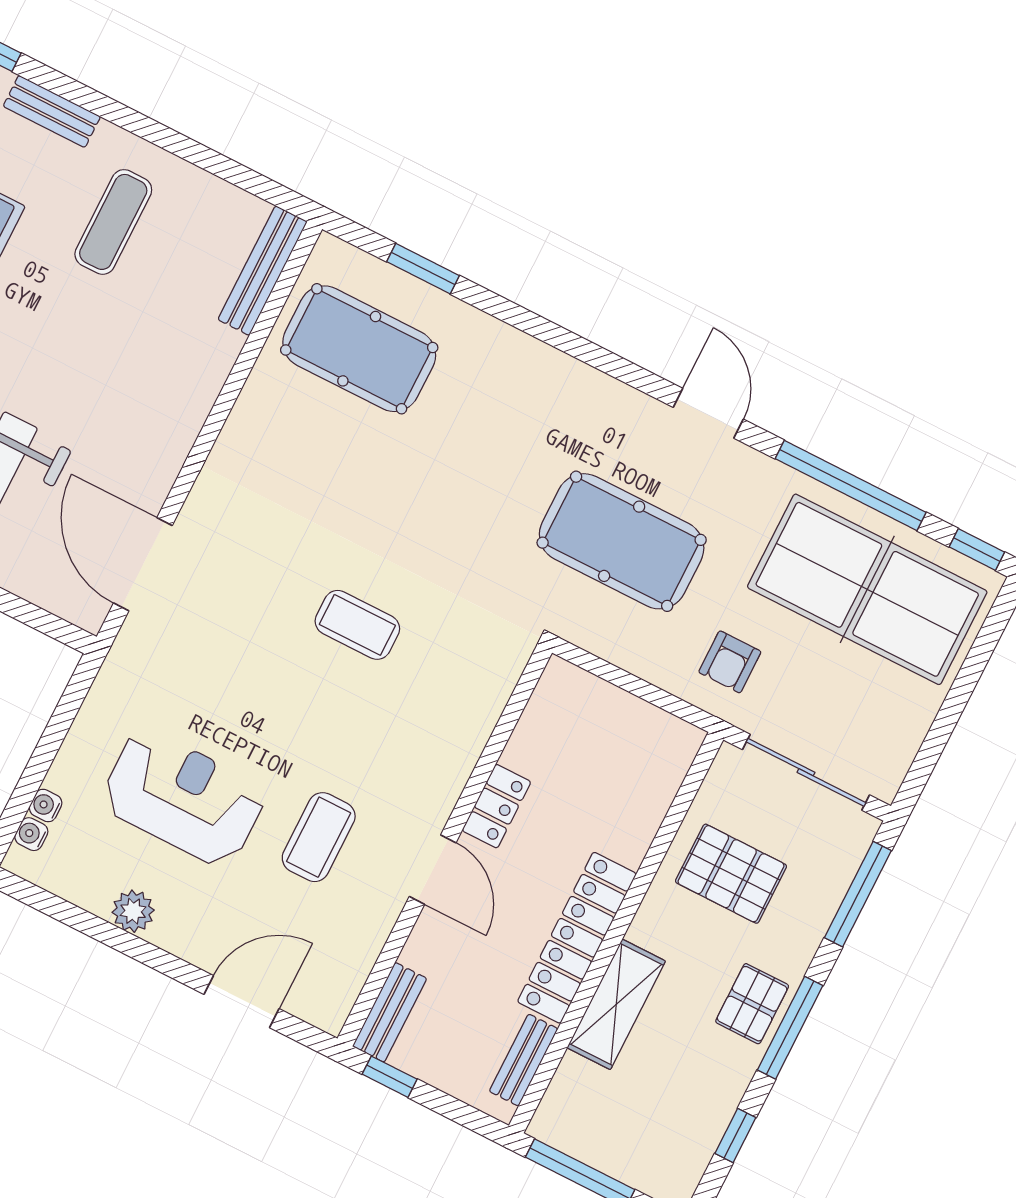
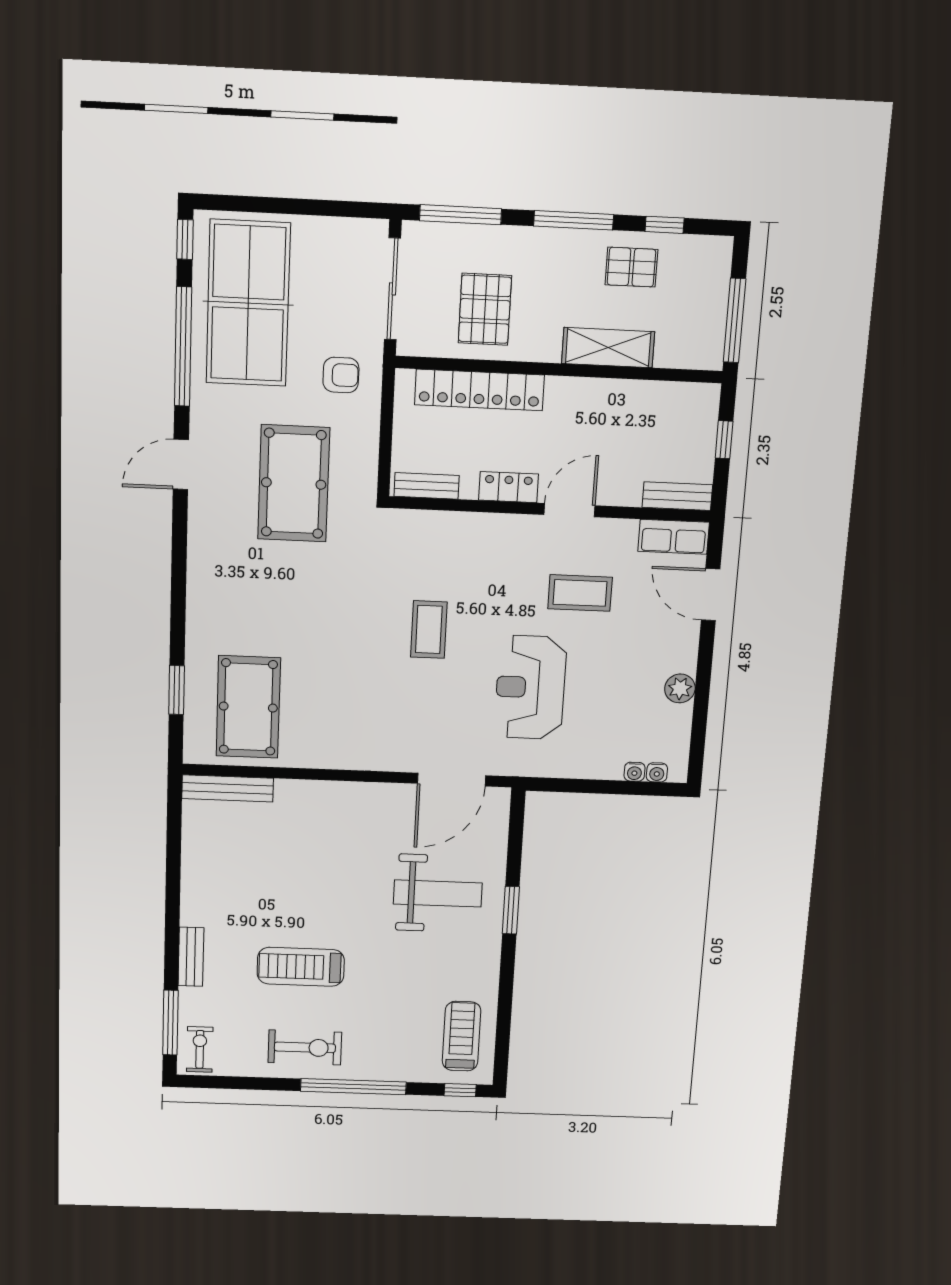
exercise mat: (113, 222) -> (242, 891), removed
reception desk: (183, 798) -> (530, 687), moved
locker: (577, 938) -> (479, 390), moved
row of seats: (339, 986) -> (674, 537), added
pallet: (752, 1004) -> (631, 267), moved
bench: (524, 1060) -> (427, 486), moved
window: (390, 1077) -> (724, 440), moved

